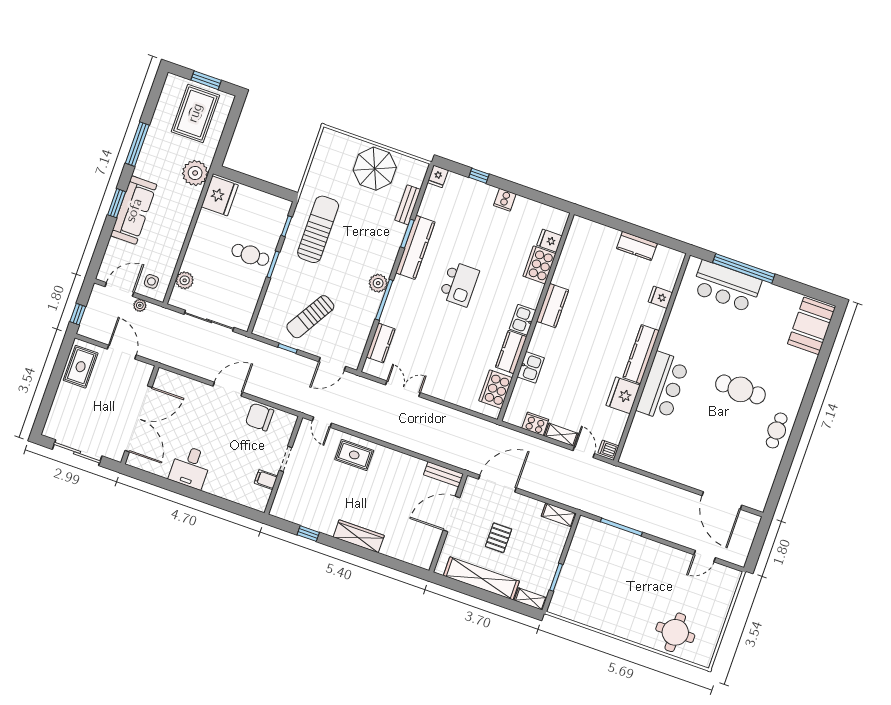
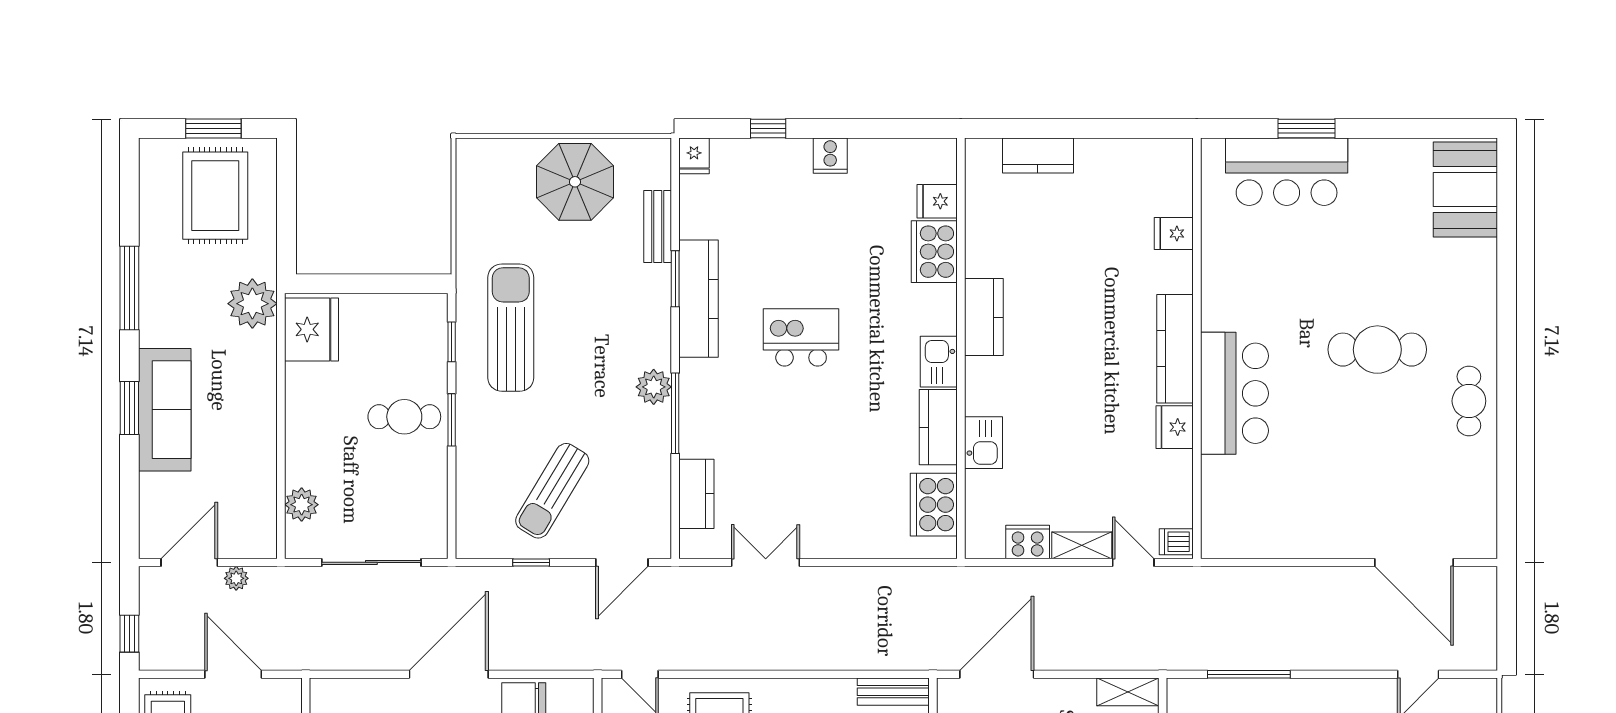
kitchen counter: (637, 246) -> (1038, 155), moved
window: (744, 268) -> (1307, 128), width x0.47
side table: (151, 281) -> (242, 528), removed
kitchen island: (459, 284) -> (801, 337), turned -90
door: (228, 389) -> (449, 674), width x1.36
fridge: (623, 395) -> (1175, 427), width x0.73, depth x0.75

